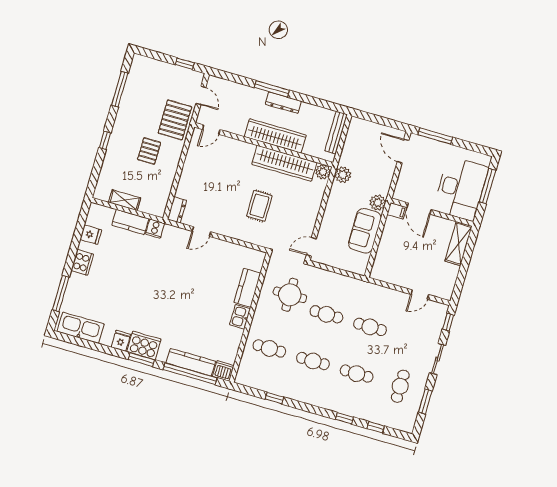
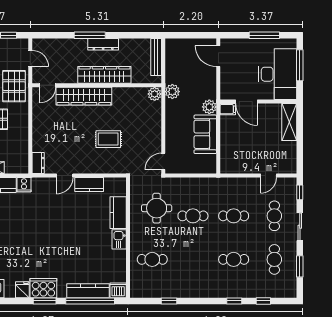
window: (435, 136) -> (264, 35), moved
wardrobe: (284, 163) -> (84, 96), moved
rug: (259, 206) -> (108, 139), turned 90
kitchen counter: (225, 249) -> (89, 185), added
cafe table: (313, 361) -> (274, 216), moved, turned 90

